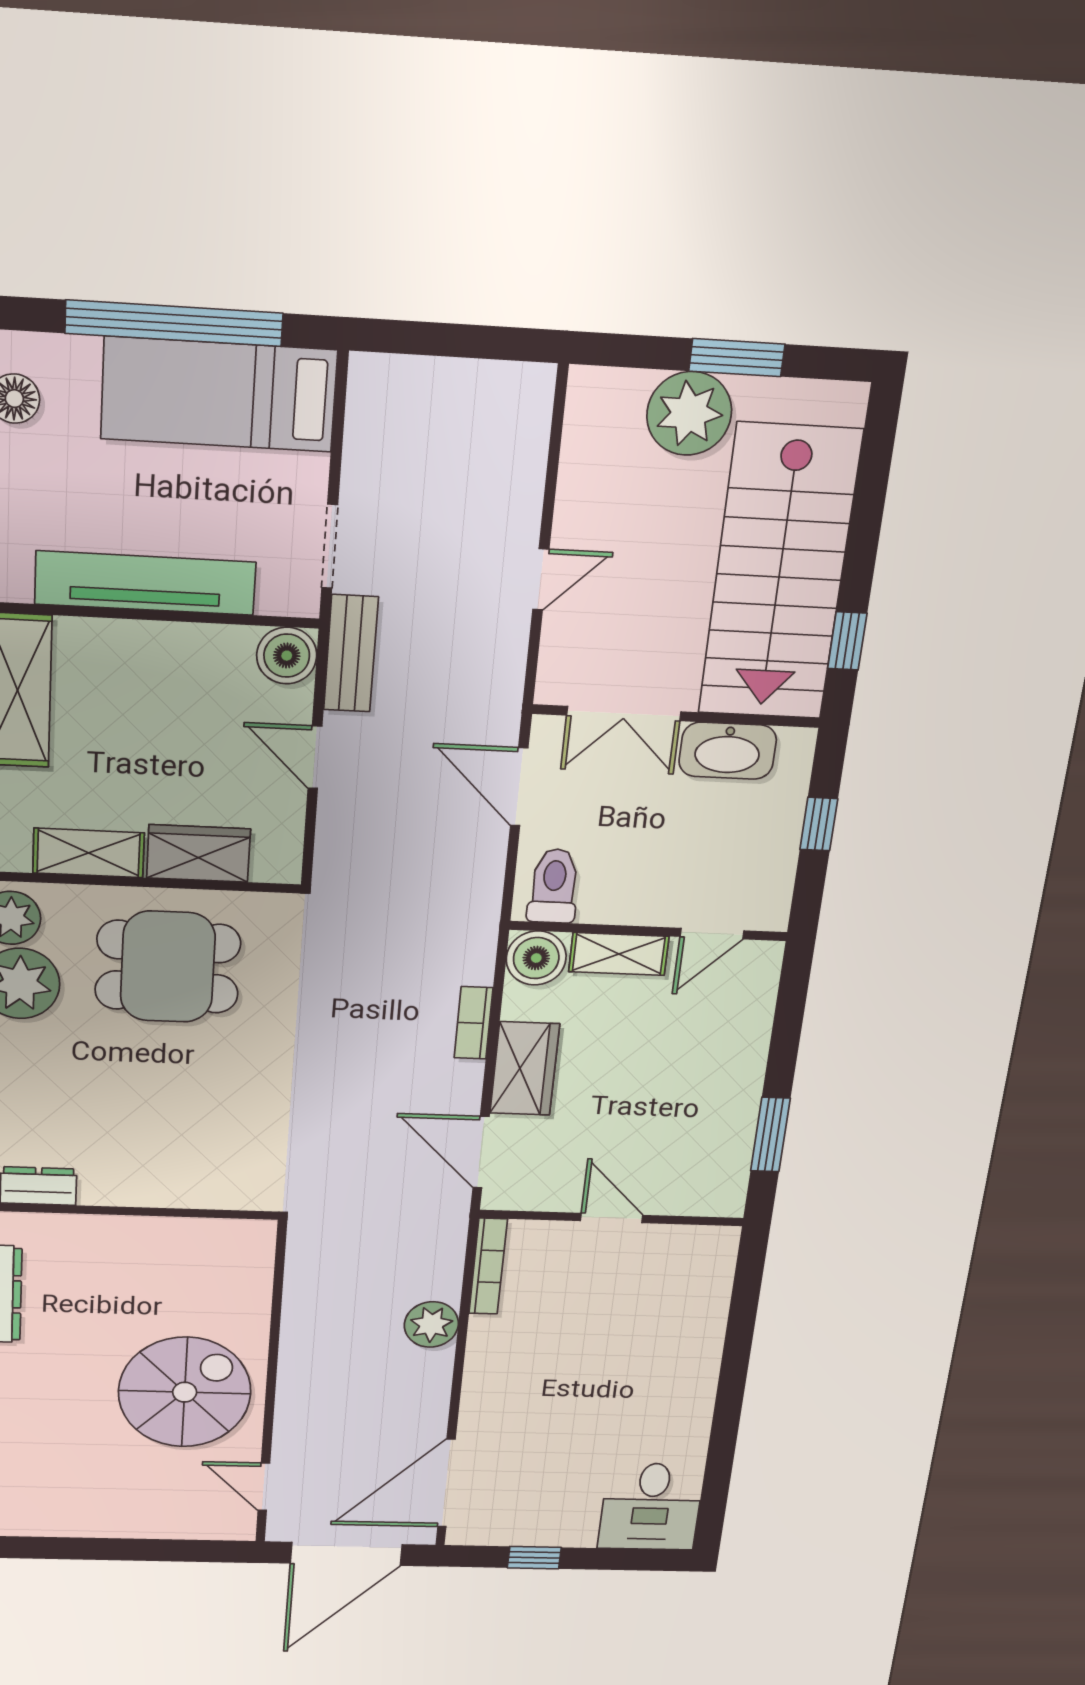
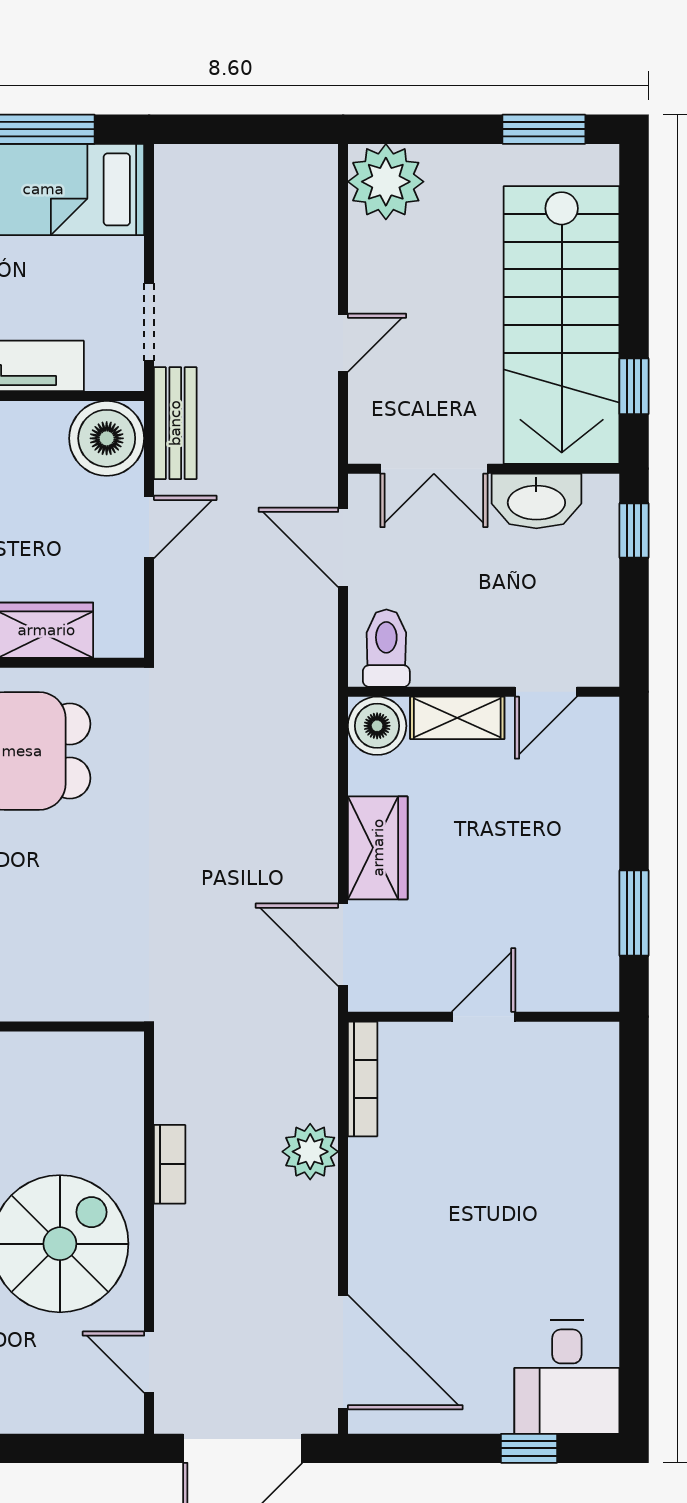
window: (737, 358) -> (544, 129), moved
plant: (689, 413) -> (386, 182), moved
boiler: (287, 656) -> (107, 438), width x1.37, depth x1.37
door: (315, 757) -> (149, 527), swing flipped
window: (819, 824) -> (634, 530), moved
bookcase: (474, 1023) -> (170, 1164), moved, turned 180
door: (612, 1218) -> (484, 1017), hinge flipped
door: (446, 1483) -> (343, 1352), swing flipped
window: (534, 1558) -> (529, 1448), moved

